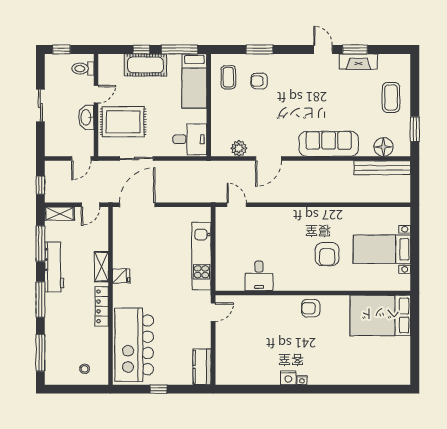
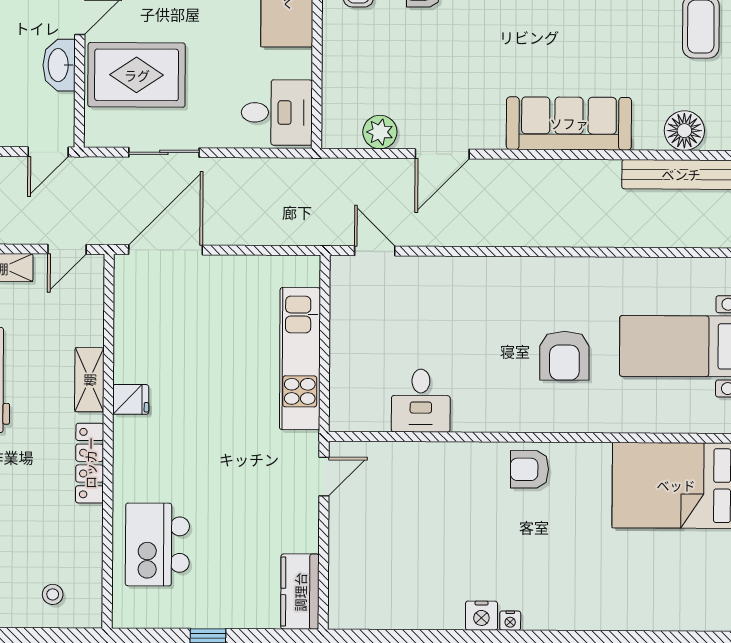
kitchen island: (134, 345) -> (157, 545), width x0.54, depth x0.78

